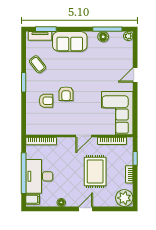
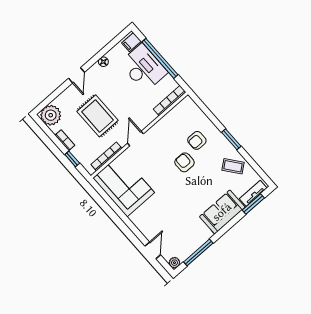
floor lamp: (103, 37) -> (196, 242), removed
door: (135, 75) -> (153, 250), moved

